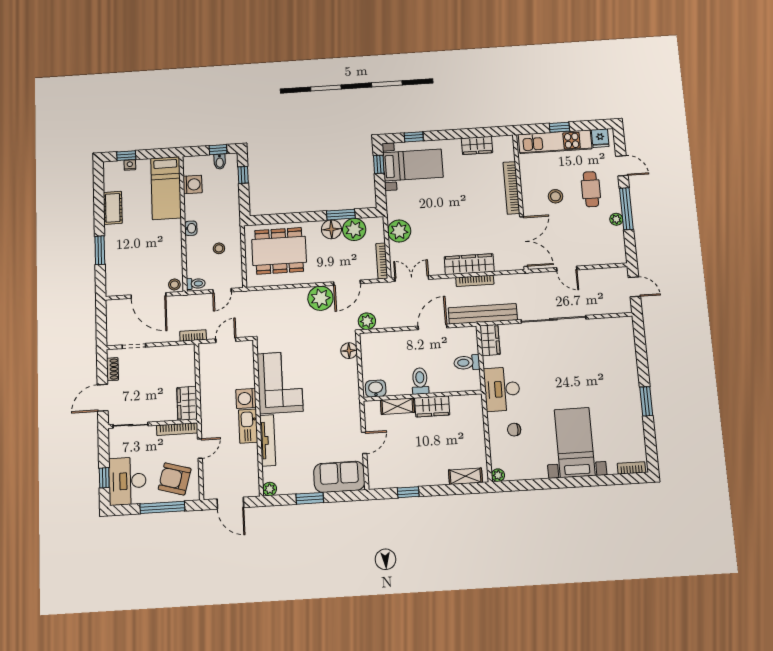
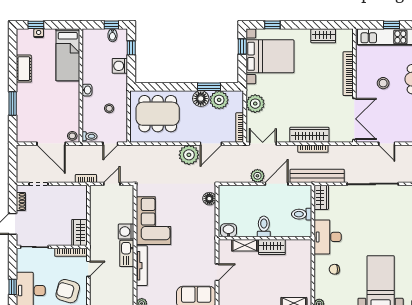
bed with nightstands: (413, 165) -> (270, 56), width x1.36
washing machine: (193, 184) -> (120, 66), moved, turned 180
plant: (367, 321) -> (257, 176), moved

